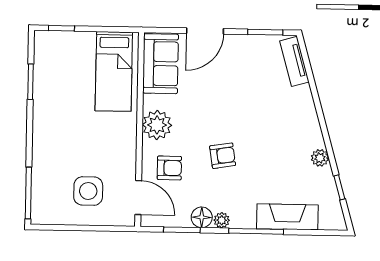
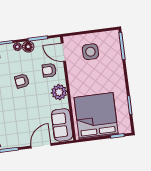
bed: (114, 71) -> (96, 116), width x2.04

